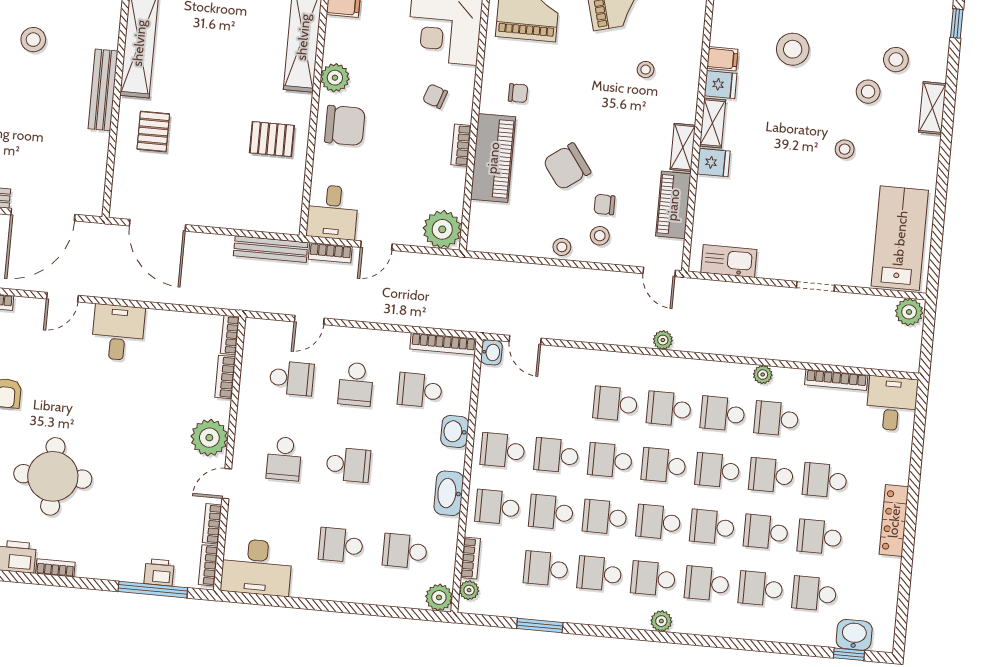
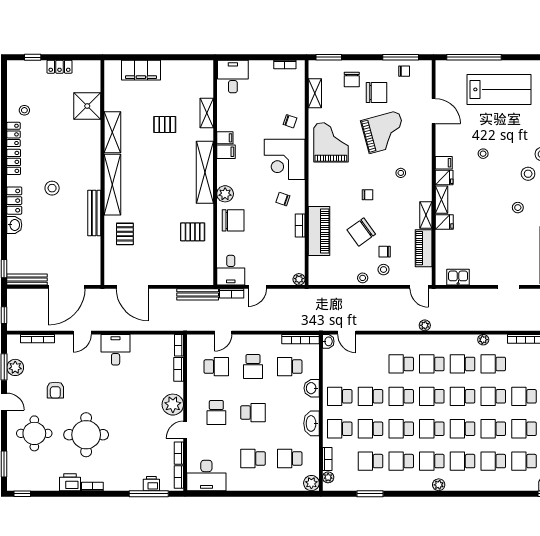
stool: (793, 49) -> (483, 154), width x0.53, depth x0.53
chair: (518, 93) -> (368, 195), moved
plant: (442, 229) -> (299, 279), width x0.53, depth x0.53
kitchen sink: (729, 261) -> (458, 277), width x0.73

